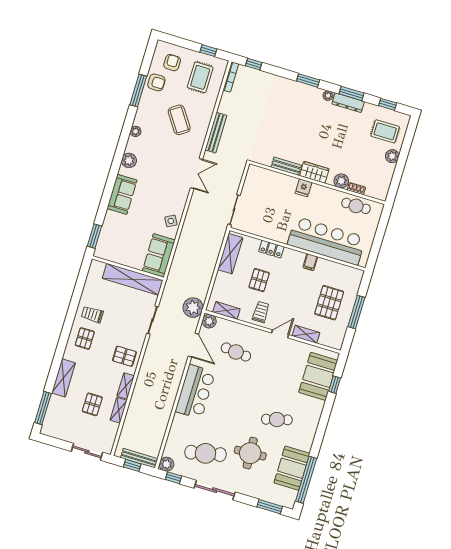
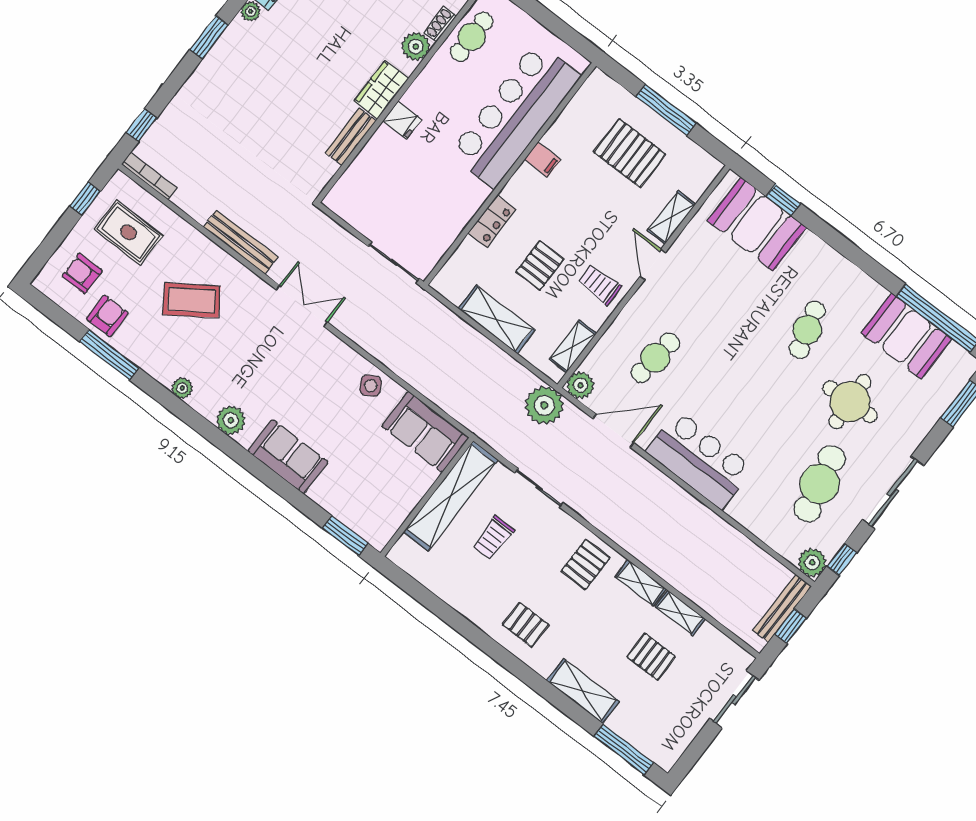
shelving: (230, 254) -> (497, 319), moved
pallet: (259, 280) -> (540, 266), turned 90
trolley: (92, 314) -> (493, 538), moved

